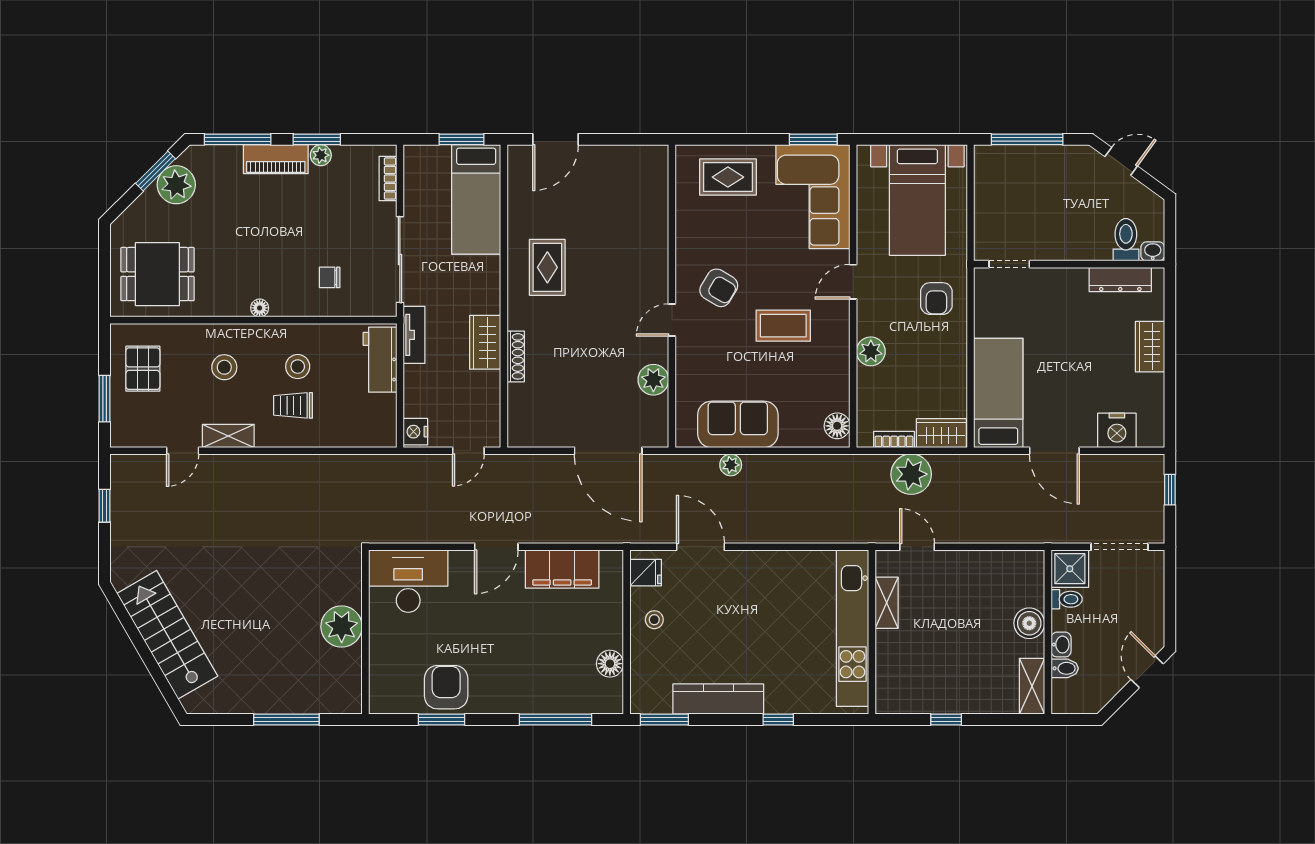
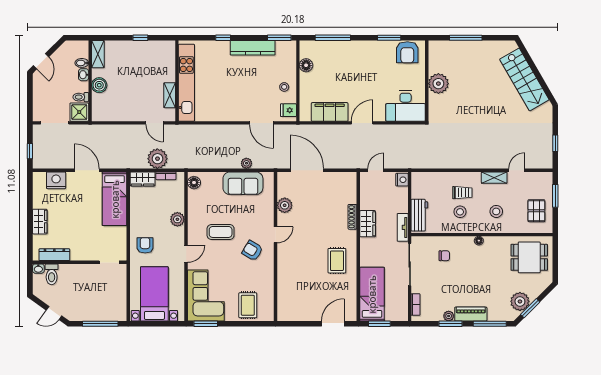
rug: (728, 177) -> (248, 305), turned 90
armchair: (446, 687) -> (407, 52), moved

